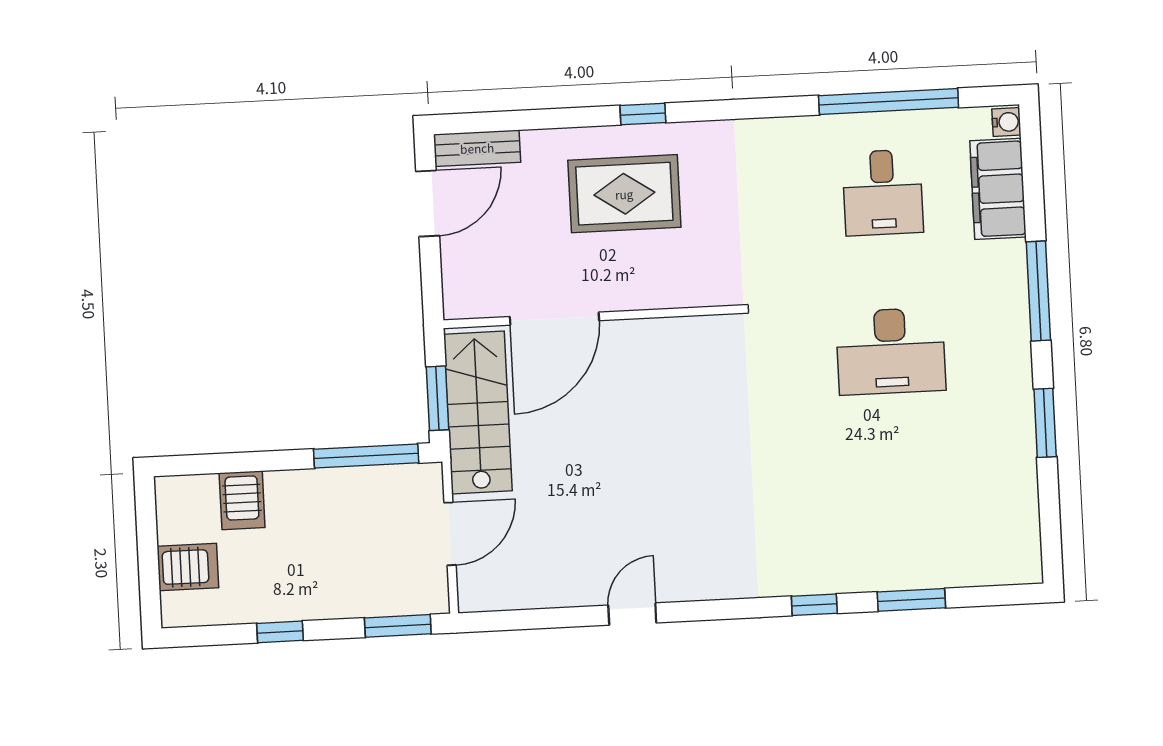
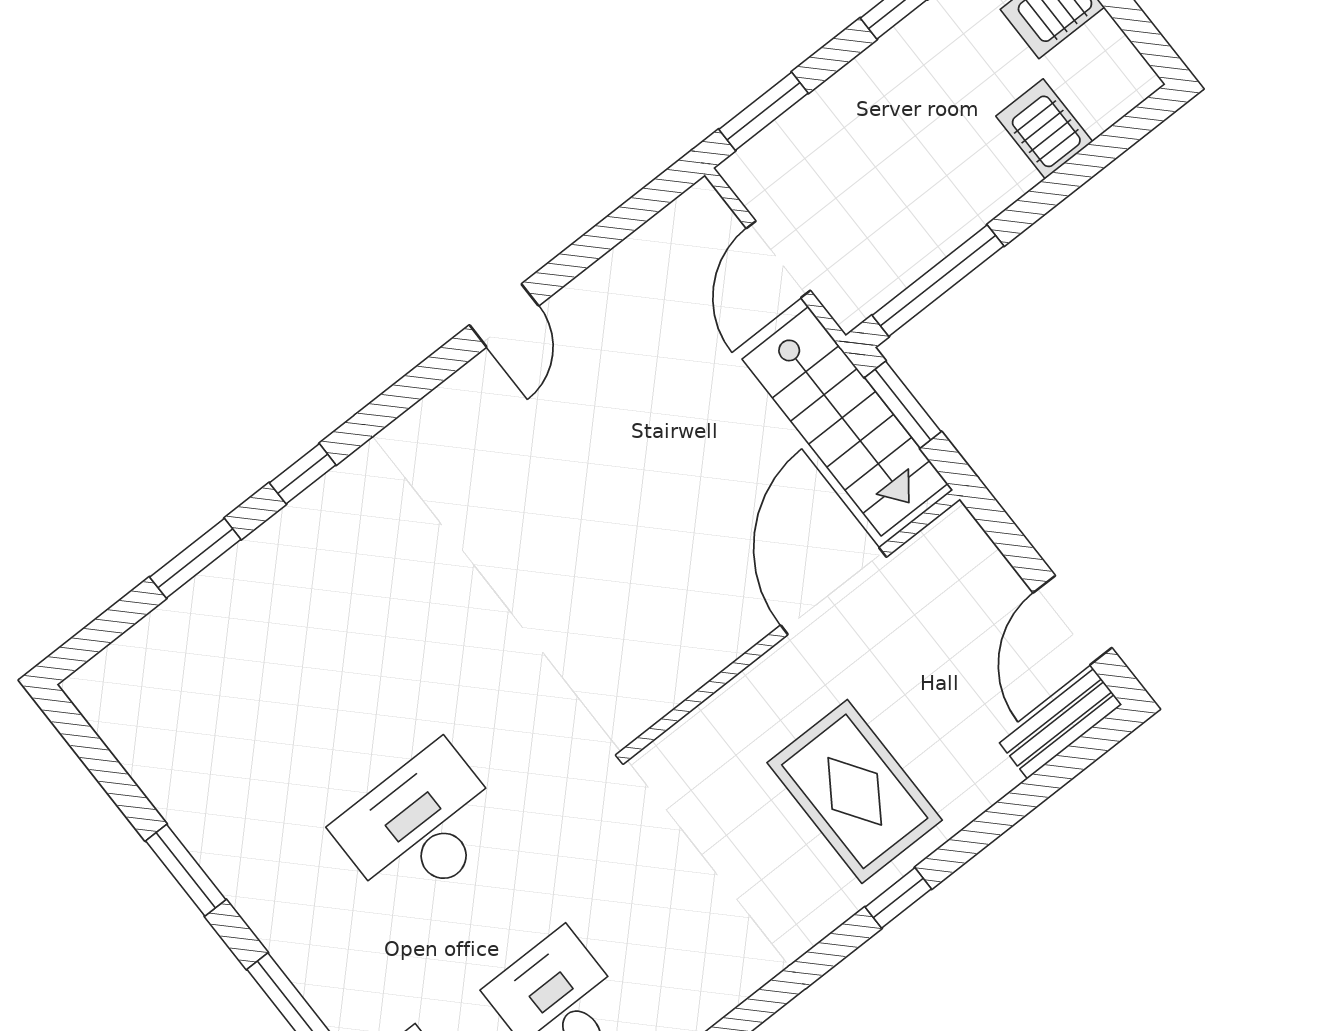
rug: (624, 194) -> (855, 791), turned 90

